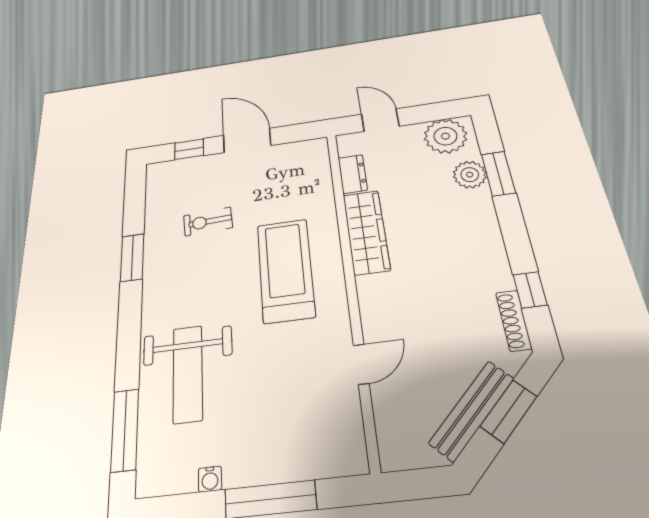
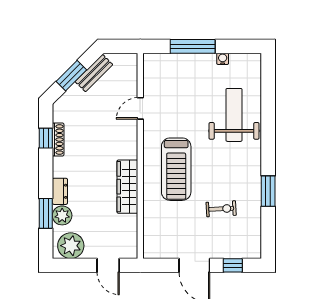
dresser: (353, 174) -> (60, 191), moved, turned 180
shoe rack: (514, 320) -> (58, 140), moved
bench: (472, 411) -> (94, 73), width x0.73
window: (125, 430) -> (268, 88), removed

